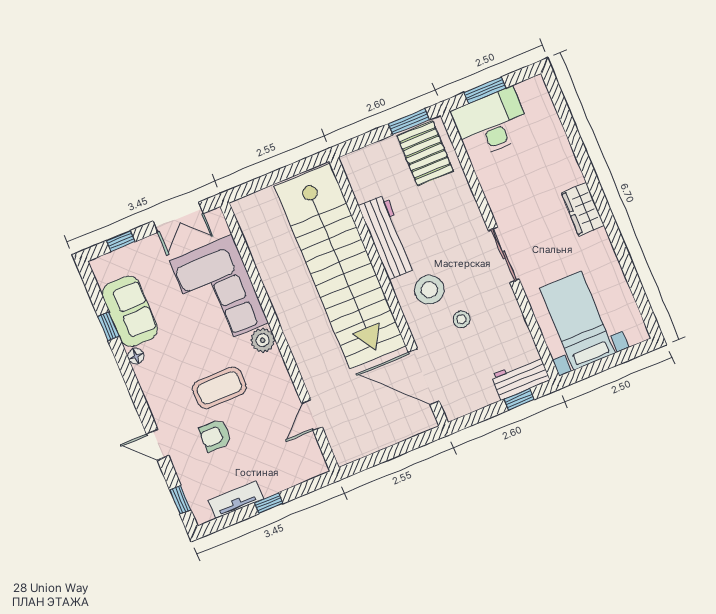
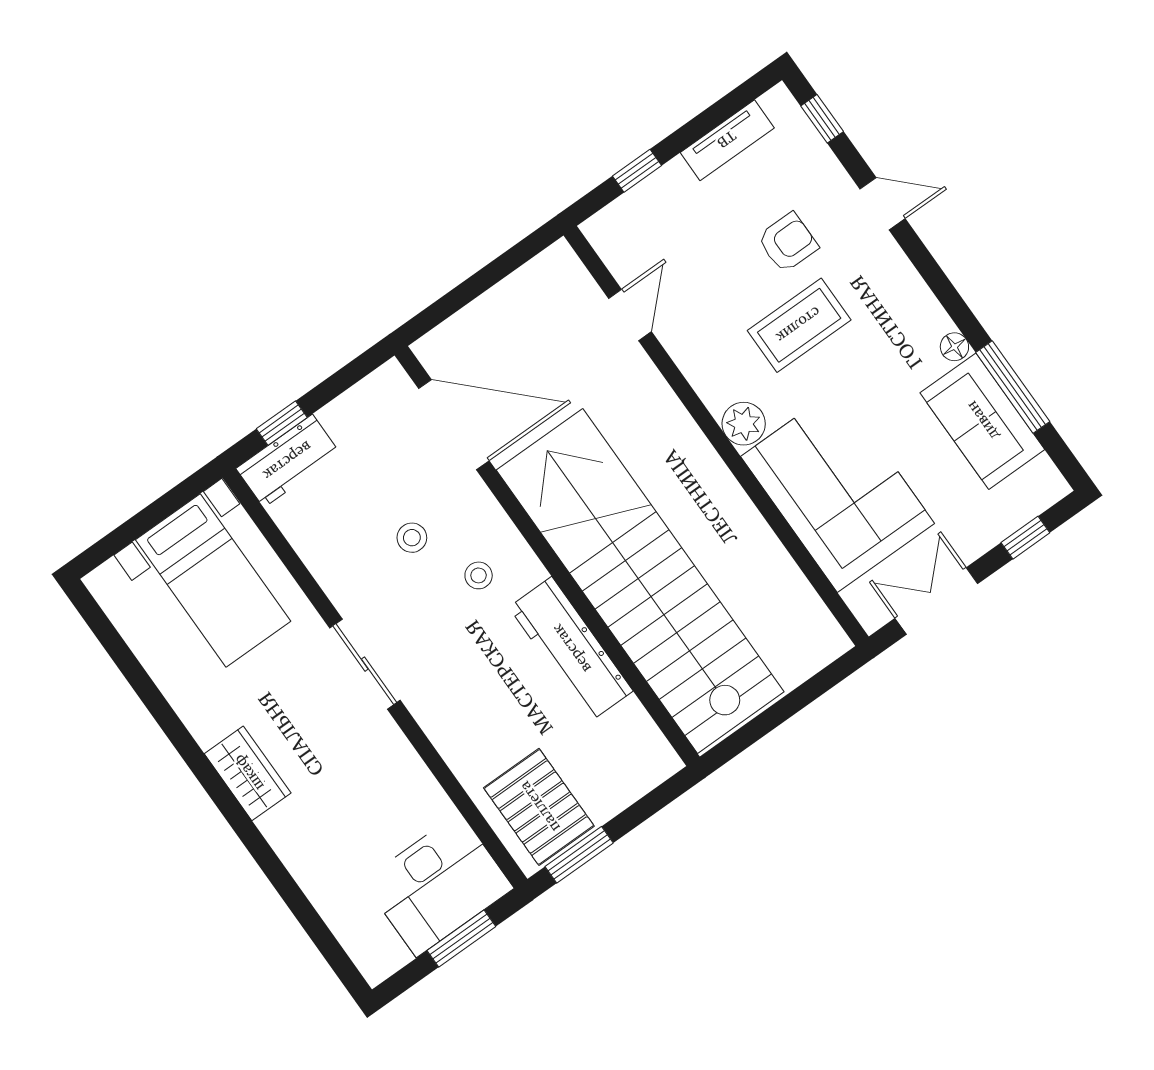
stool: (429, 290) -> (479, 575), width x0.53, depth x0.53
window: (109, 326) -> (1013, 387), width x2.17
window: (269, 503) -> (637, 171), moved

